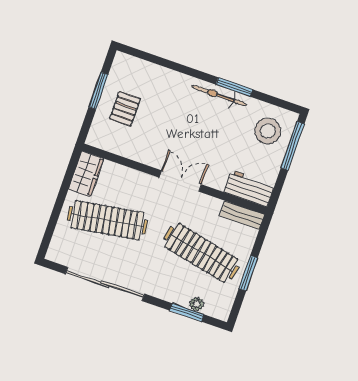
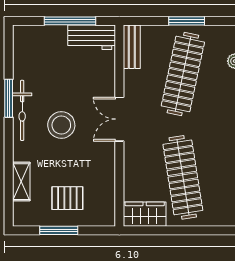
shelving: (155, 72) -> (21, 182), added
stool: (268, 131) -> (61, 125), moved
window: (293, 146) -> (70, 21), moved
workbench: (249, 188) -> (92, 37), moved, turned -90

